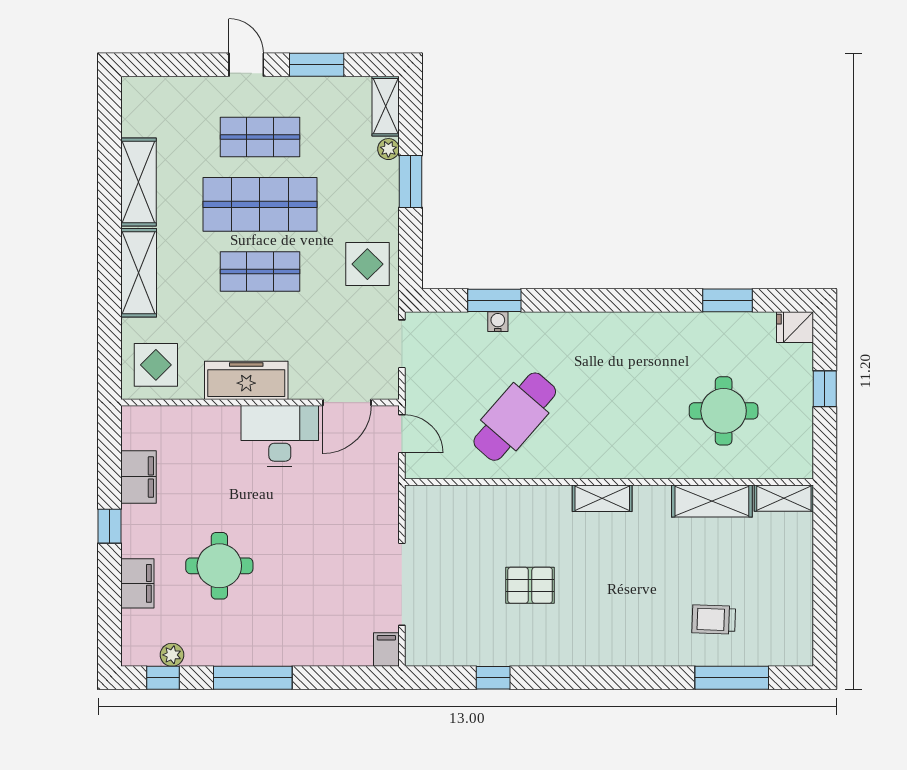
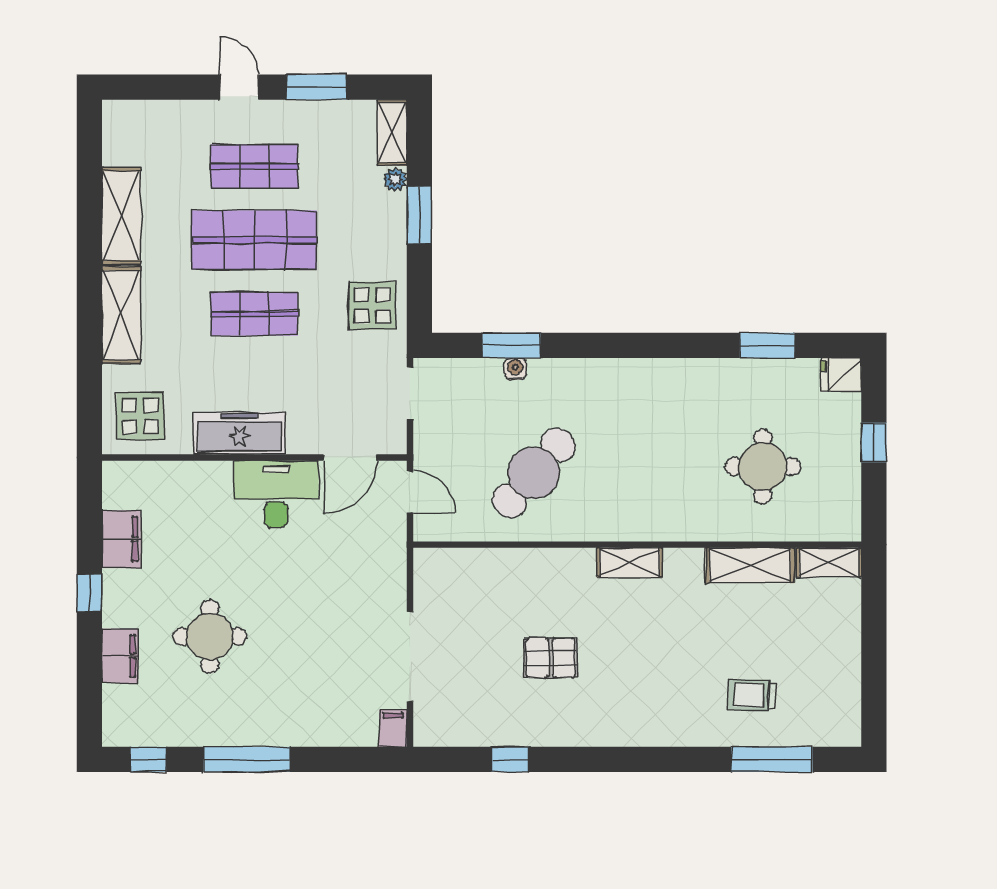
plant: (172, 655) -> (158, 734), removed

